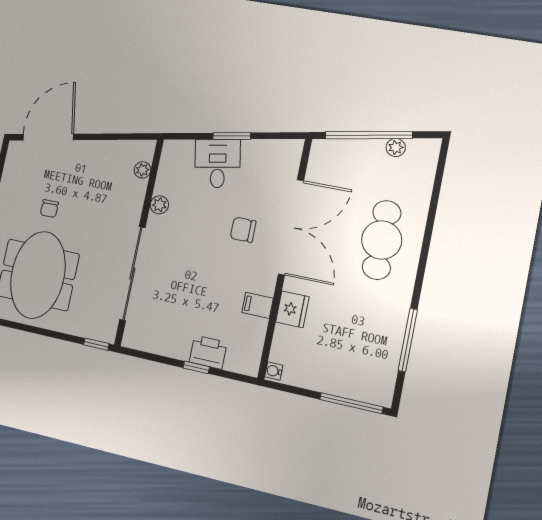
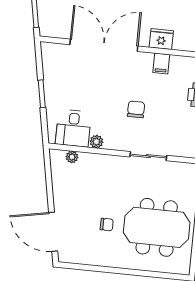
desk: (217, 163) -> (73, 128), moved, turned -79
chair: (243, 230) -> (136, 109), moved, turned 180
sliding door: (132, 274) -> (148, 156), width x0.54

